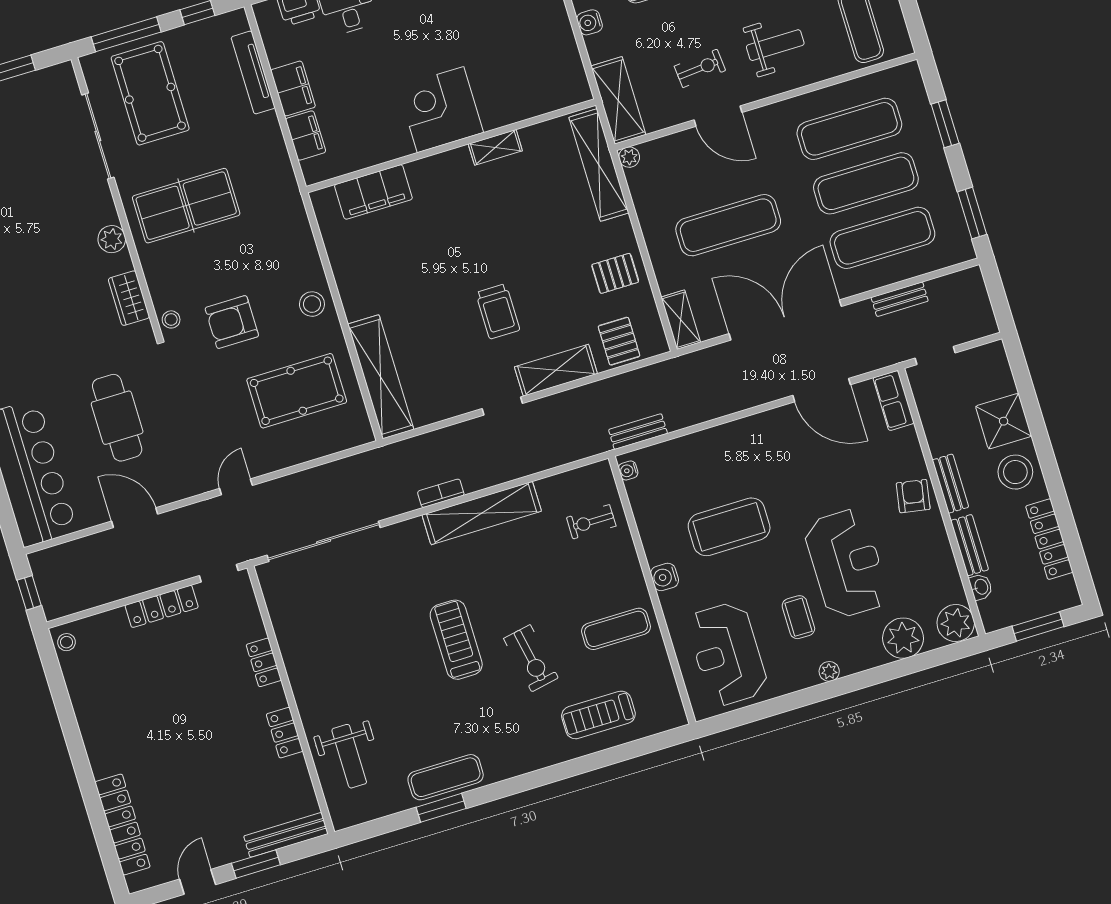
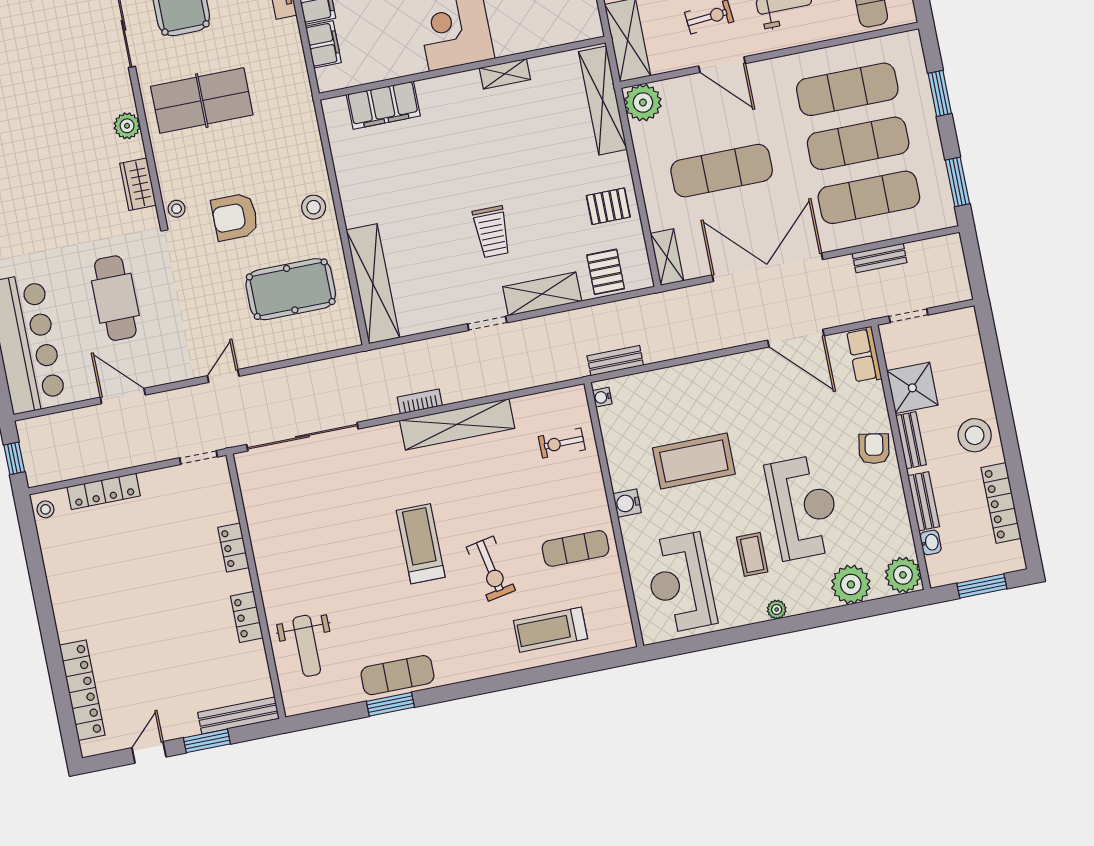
plant: (629, 157) -> (643, 103), width x1.88, depth x1.88
shower: (1004, 421) -> (912, 388), moved
locker: (162, 606) -> (104, 491), moved

